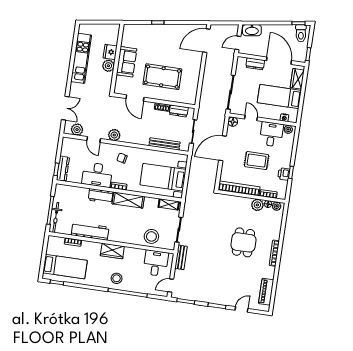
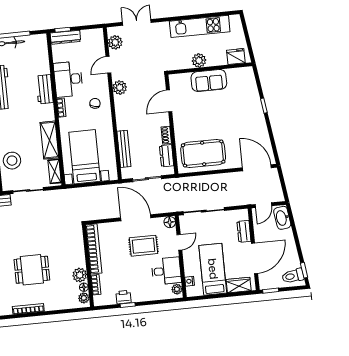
door: (238, 43) -> (263, 205), swing flipped
fridge: (110, 52) -> (236, 57), moved
pool table: (162, 77) -> (203, 153), moved, turned 90
double door: (65, 108) -> (137, 22), swing flipped
rug: (257, 161) -> (143, 246), moved, turned 90
shelving: (128, 200) -> (49, 140), moved

